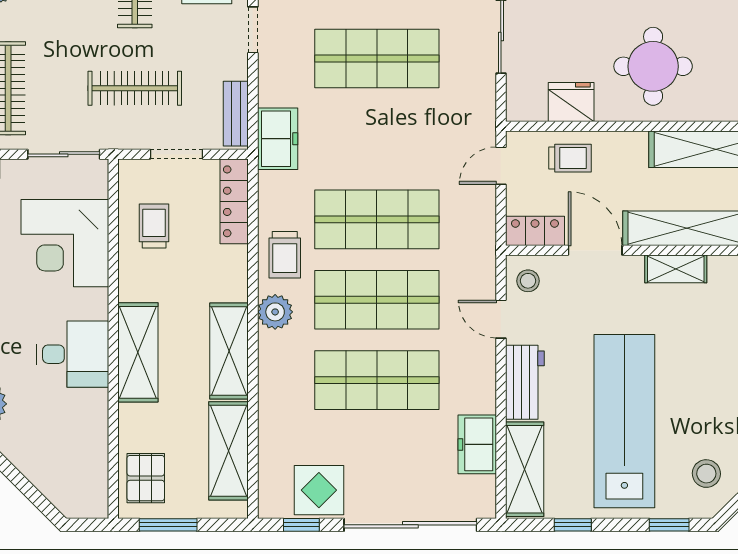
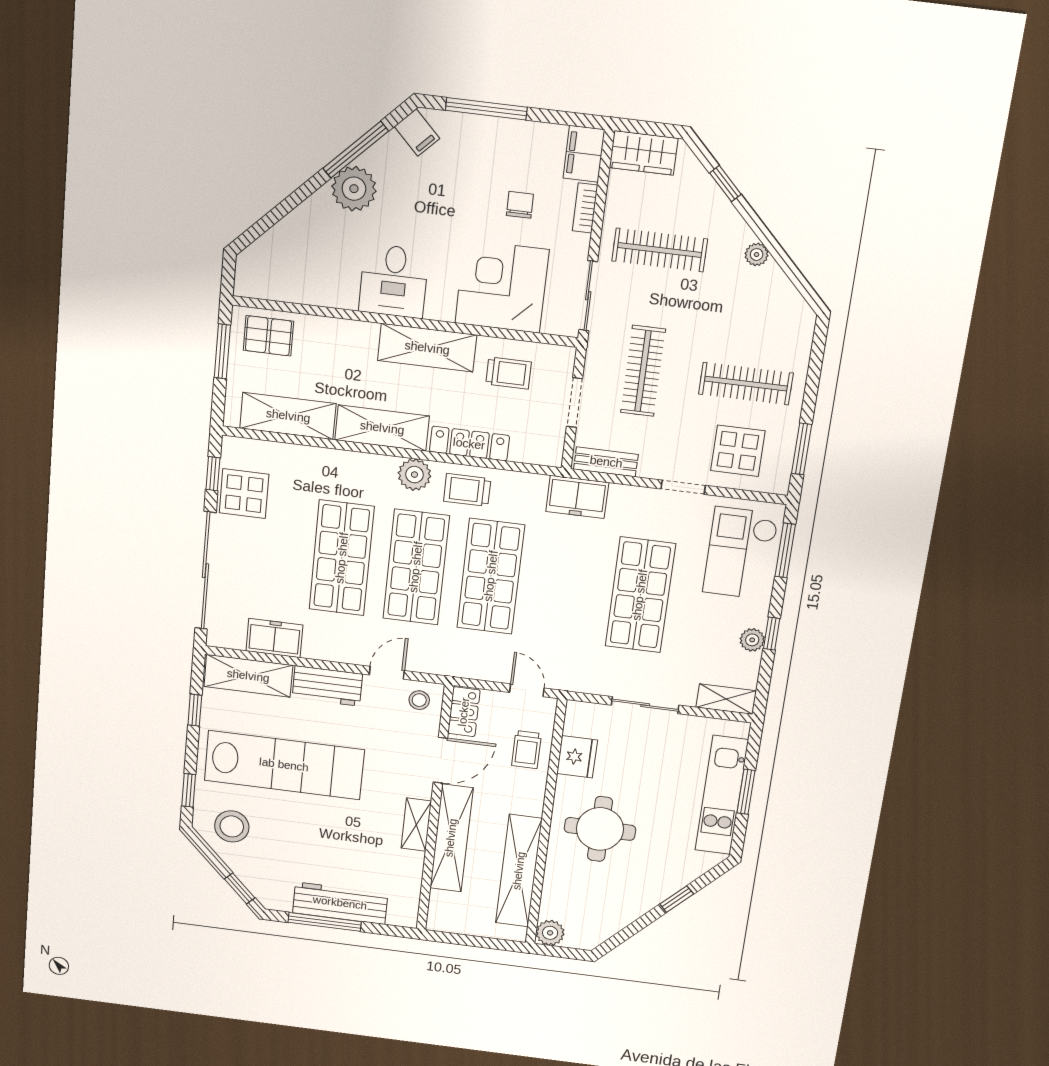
locker: (234, 201) -> (469, 444), moved
shelving: (138, 352) -> (427, 348), moved
stool: (706, 474) -> (232, 826), width x1.38, depth x1.38

